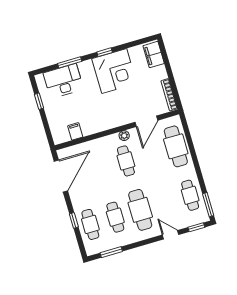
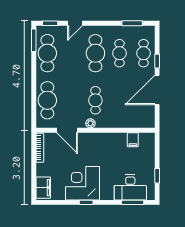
window: (70, 62) -> (133, 202), moved
door: (146, 121) -> (67, 130), swing flipped
door: (61, 176) -> (157, 90), moved
cafe table: (190, 195) -> (47, 53), width x1.37, depth x1.35
door: (171, 235) -> (75, 23), hinge flipped

